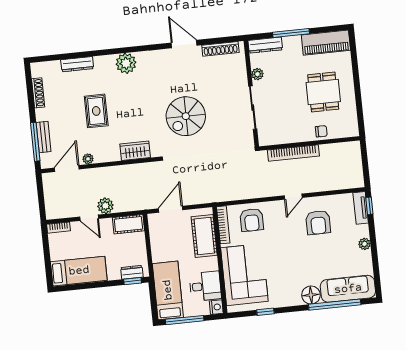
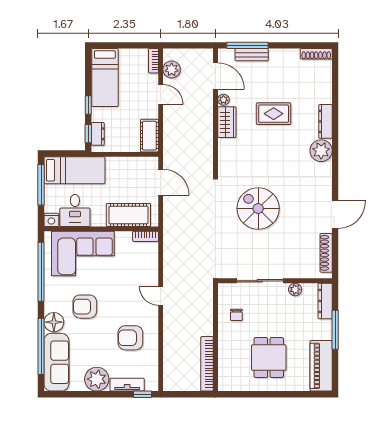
dresser: (77, 64) -> (325, 121), moved
dining table: (323, 92) -> (269, 358), turned 90
shoe rack: (38, 93) -> (316, 54), moved
chair: (321, 131) -> (236, 315), moved
wardrobe: (135, 151) -> (227, 122), moved
bookcase: (293, 153) -> (207, 364), moved
door: (293, 197) -> (161, 296), moved
plant: (105, 206) -> (172, 69), moved
tv unit: (361, 208) -> (127, 385), moved
door: (89, 218) -> (161, 94), swing flipped
armchair: (252, 220) -> (85, 307), moved
bookcase: (223, 225) -> (146, 236), width x0.64
plant: (364, 244) -> (97, 379), width x1.87, depth x1.87
window: (106, 284) -> (88, 105), added
window: (265, 312) -> (41, 272), width x3.17

